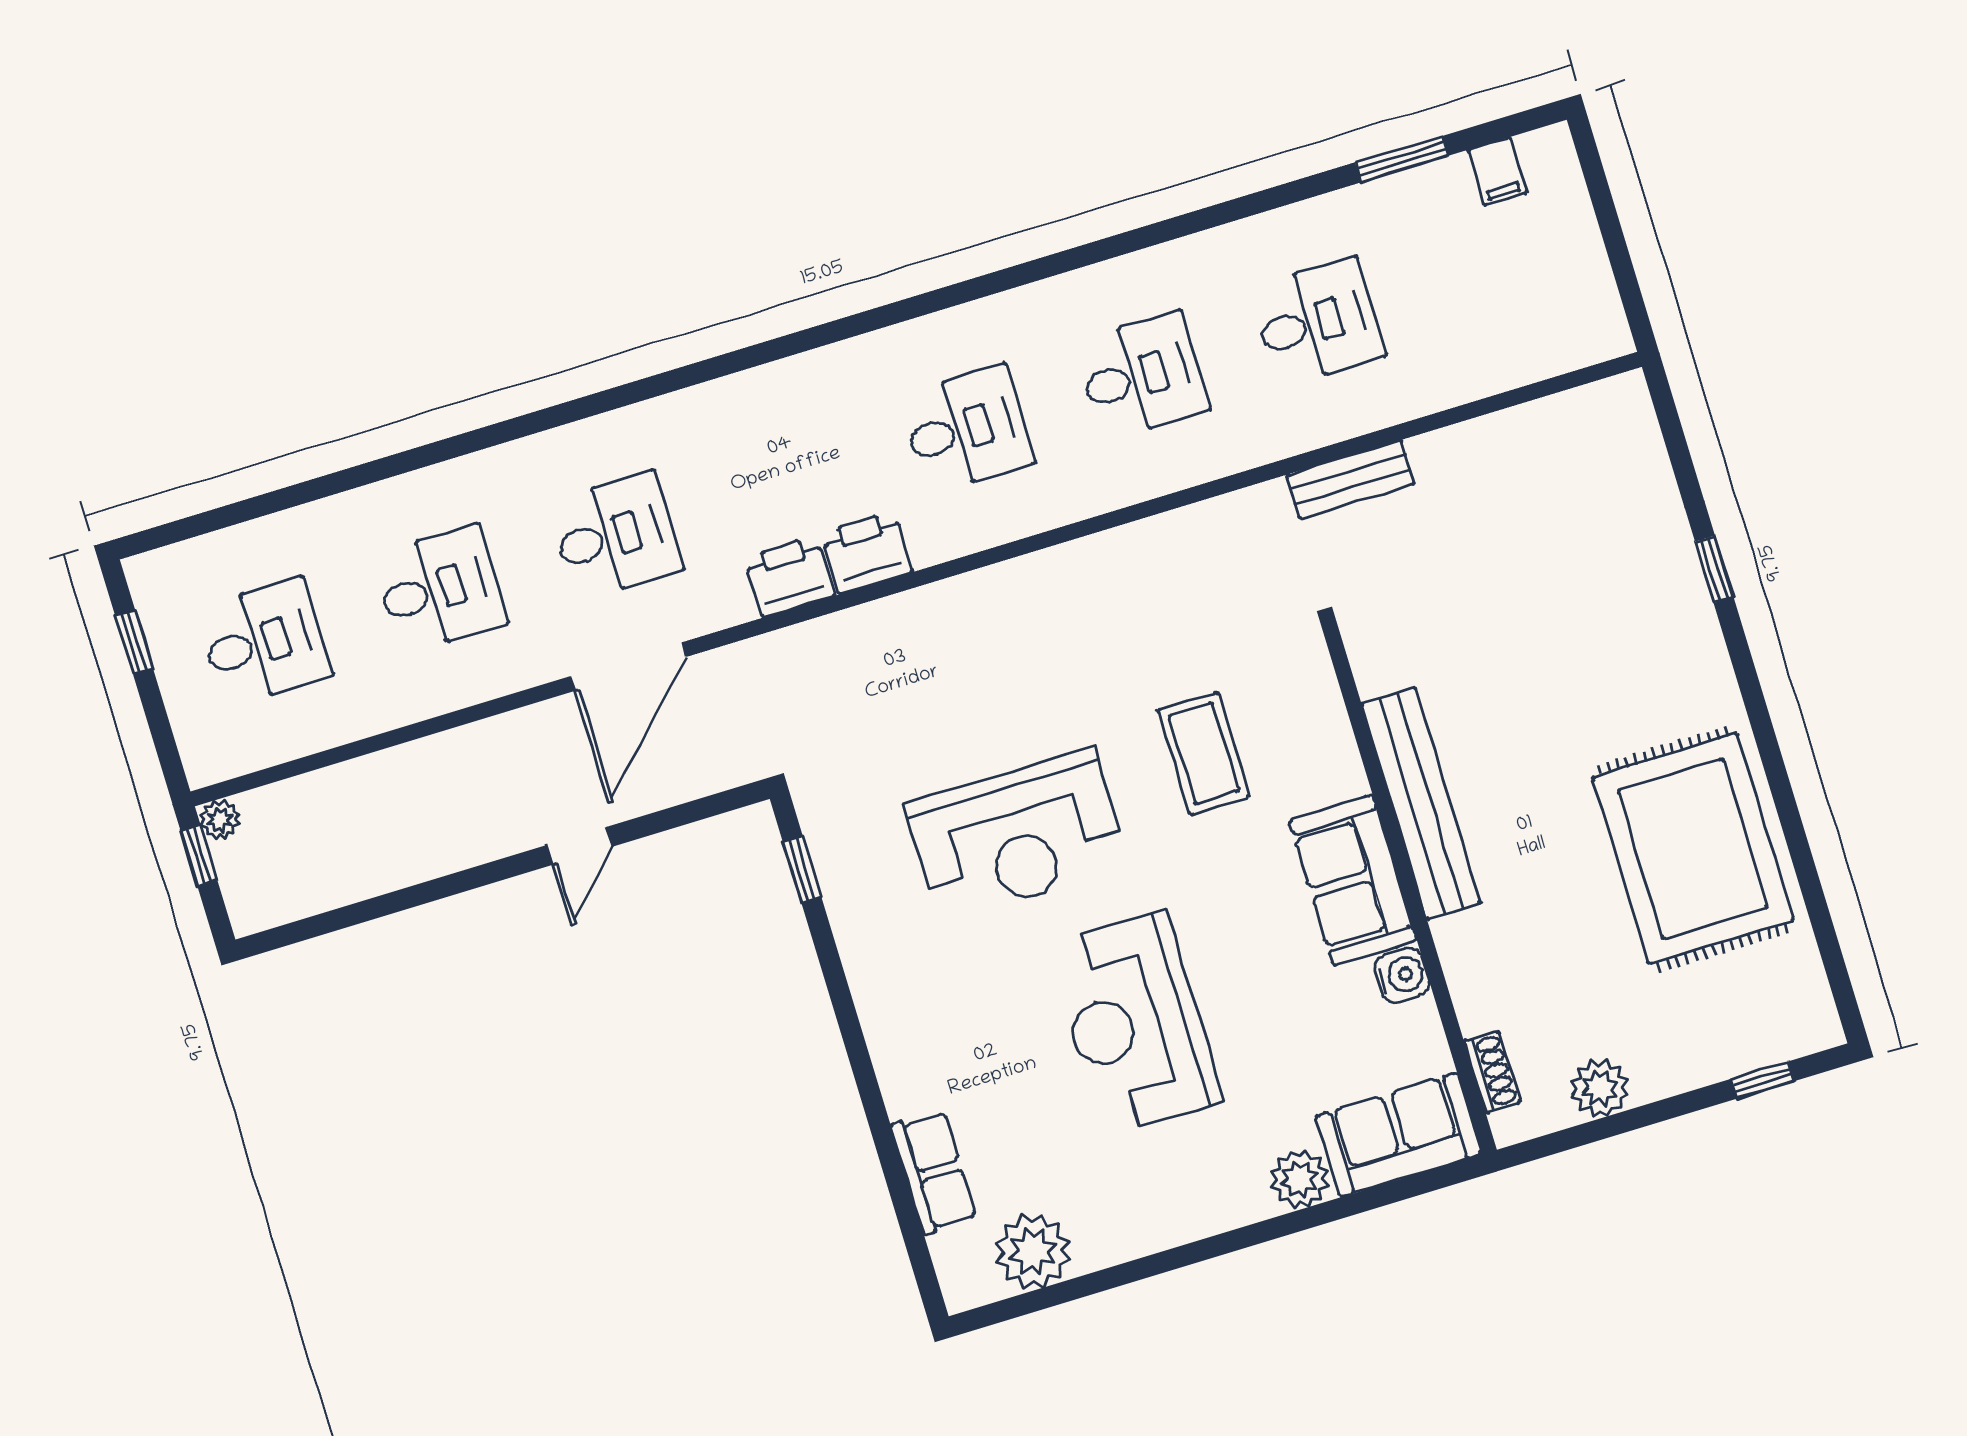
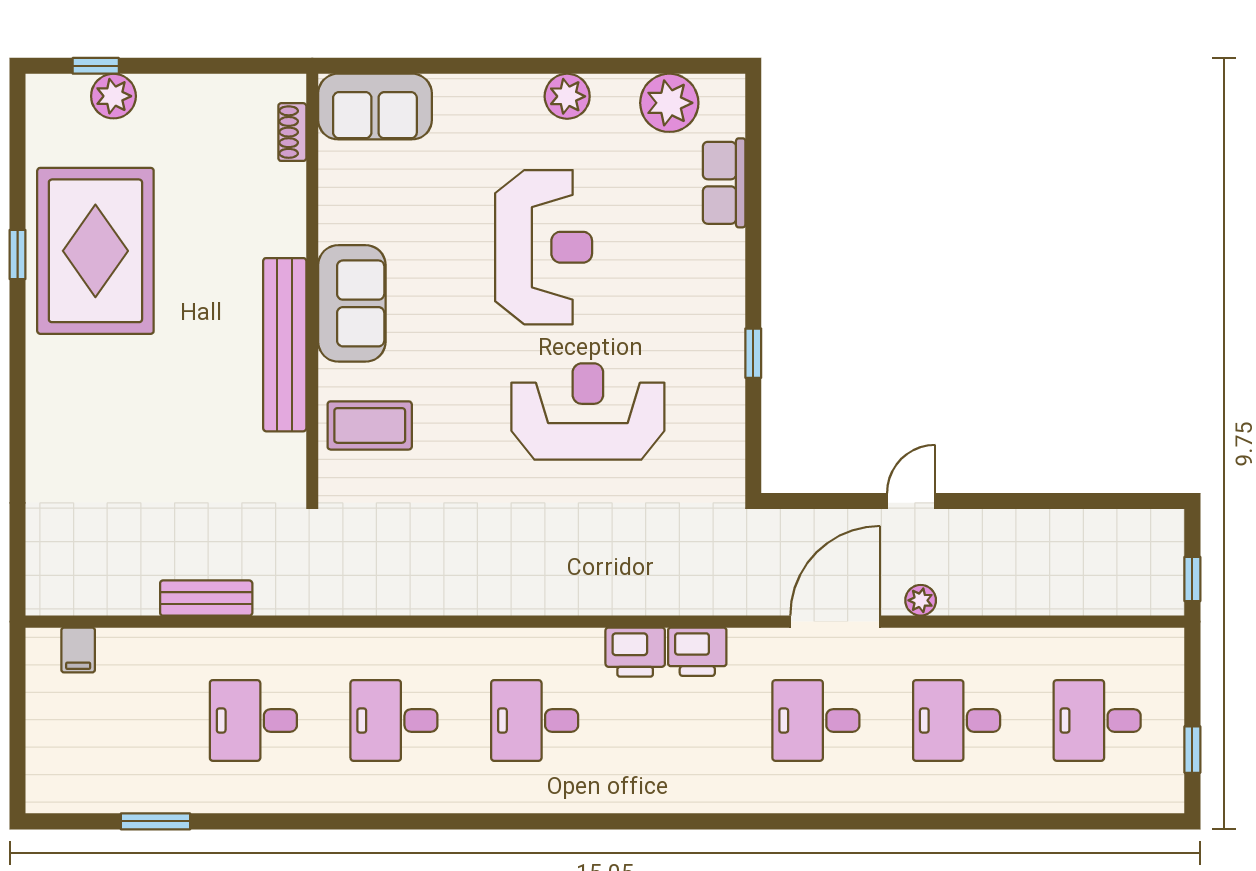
filing cabinet: (1498, 171) -> (78, 650), moved, turned 180
bench: (1350, 479) -> (206, 598), moved
window: (1714, 569) -> (18, 255), moved
coffee table: (1204, 753) -> (370, 425), moved, turned 90
plant: (220, 820) -> (921, 600), moved
window: (802, 870) -> (753, 353), moved
water cooler: (1402, 975) -> (337, 223), removed
plant: (1600, 1088) -> (113, 96), moved
plant: (1300, 1179) -> (567, 96), moved

